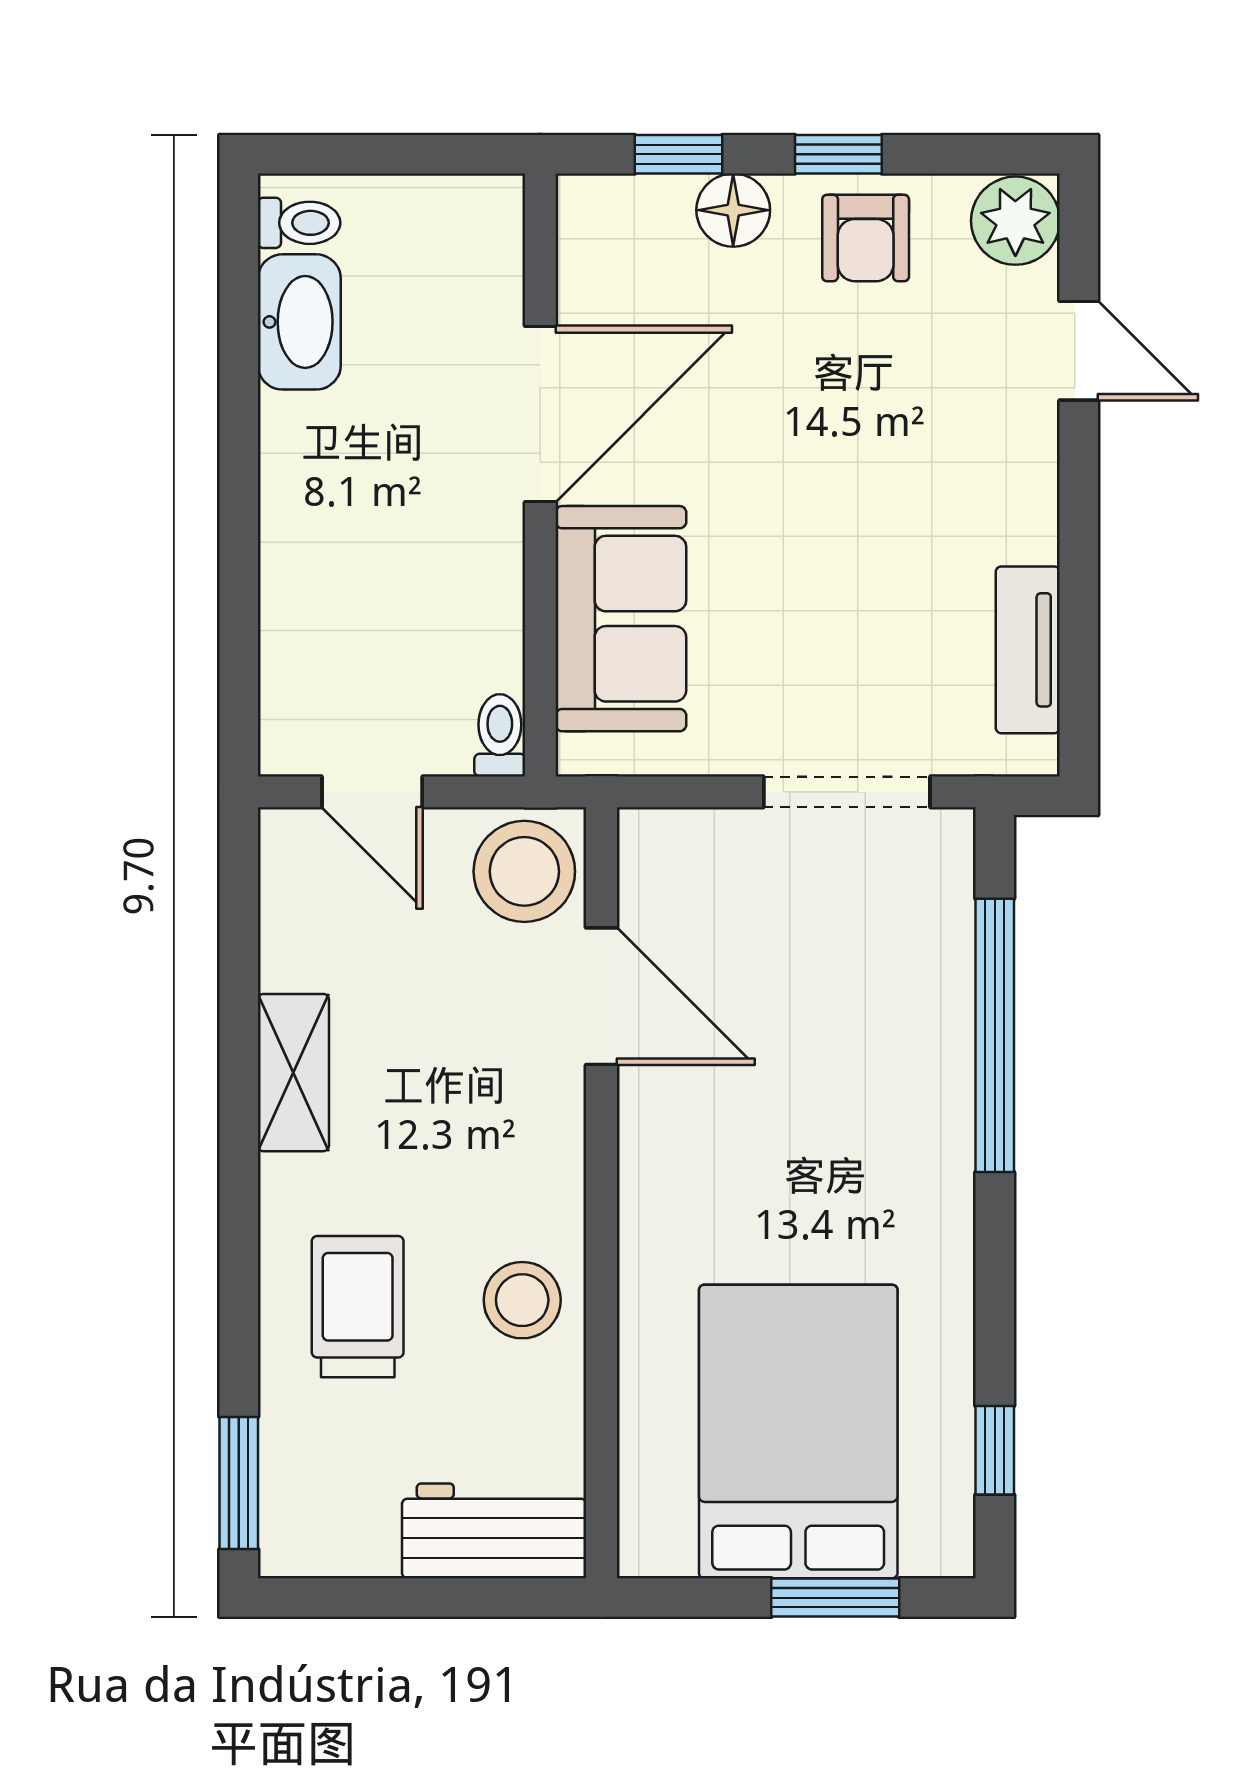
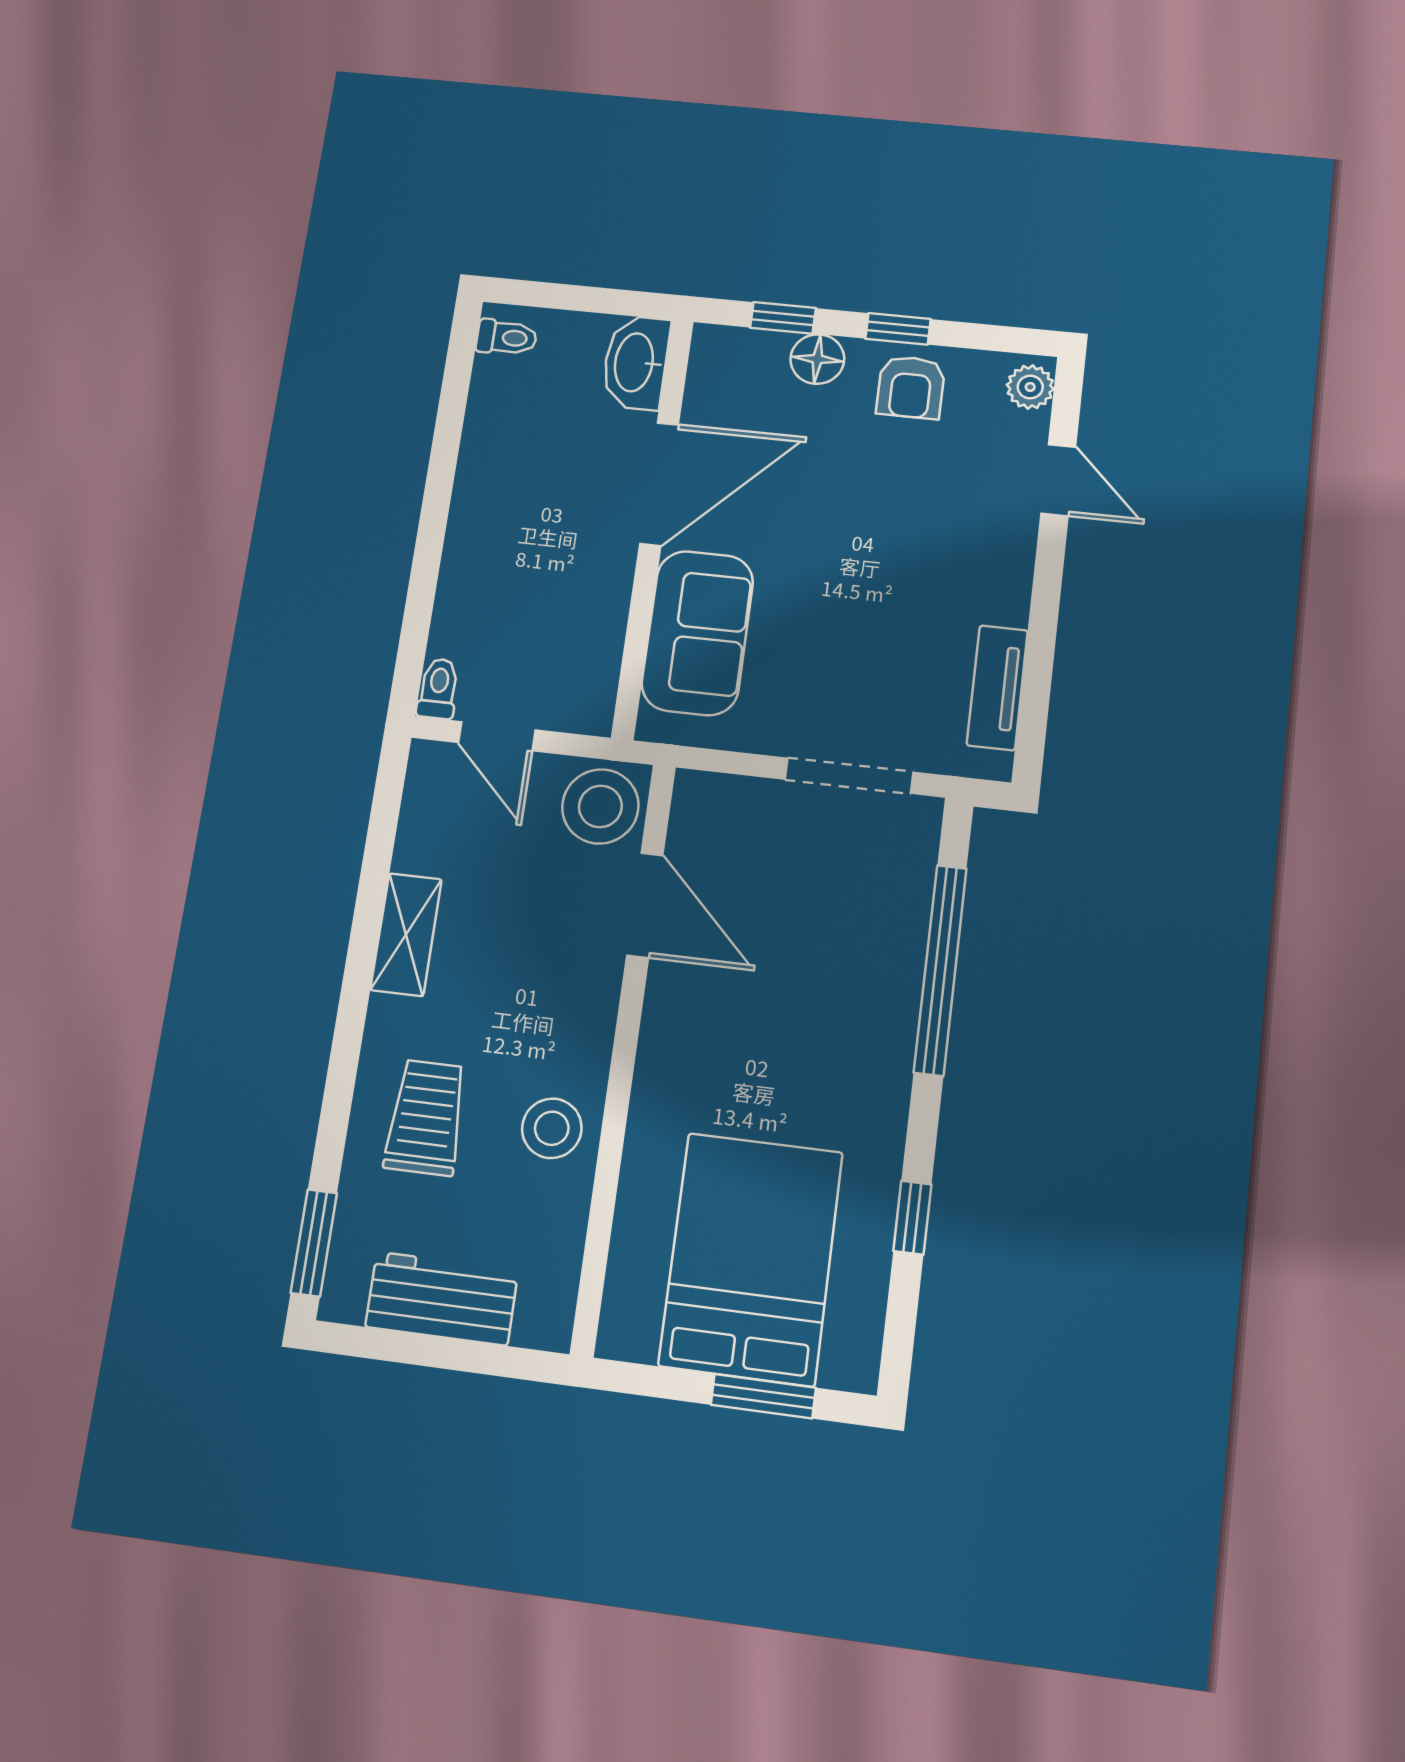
plant: (1015, 221) -> (1030, 387), width x0.73, depth x0.73
washbasin: (299, 322) -> (636, 362), moved, turned 180
toilet: (500, 735) -> (438, 689), moved
window: (995, 1450) -> (912, 1218), moved
workbench: (494, 1531) -> (442, 1298), moved

